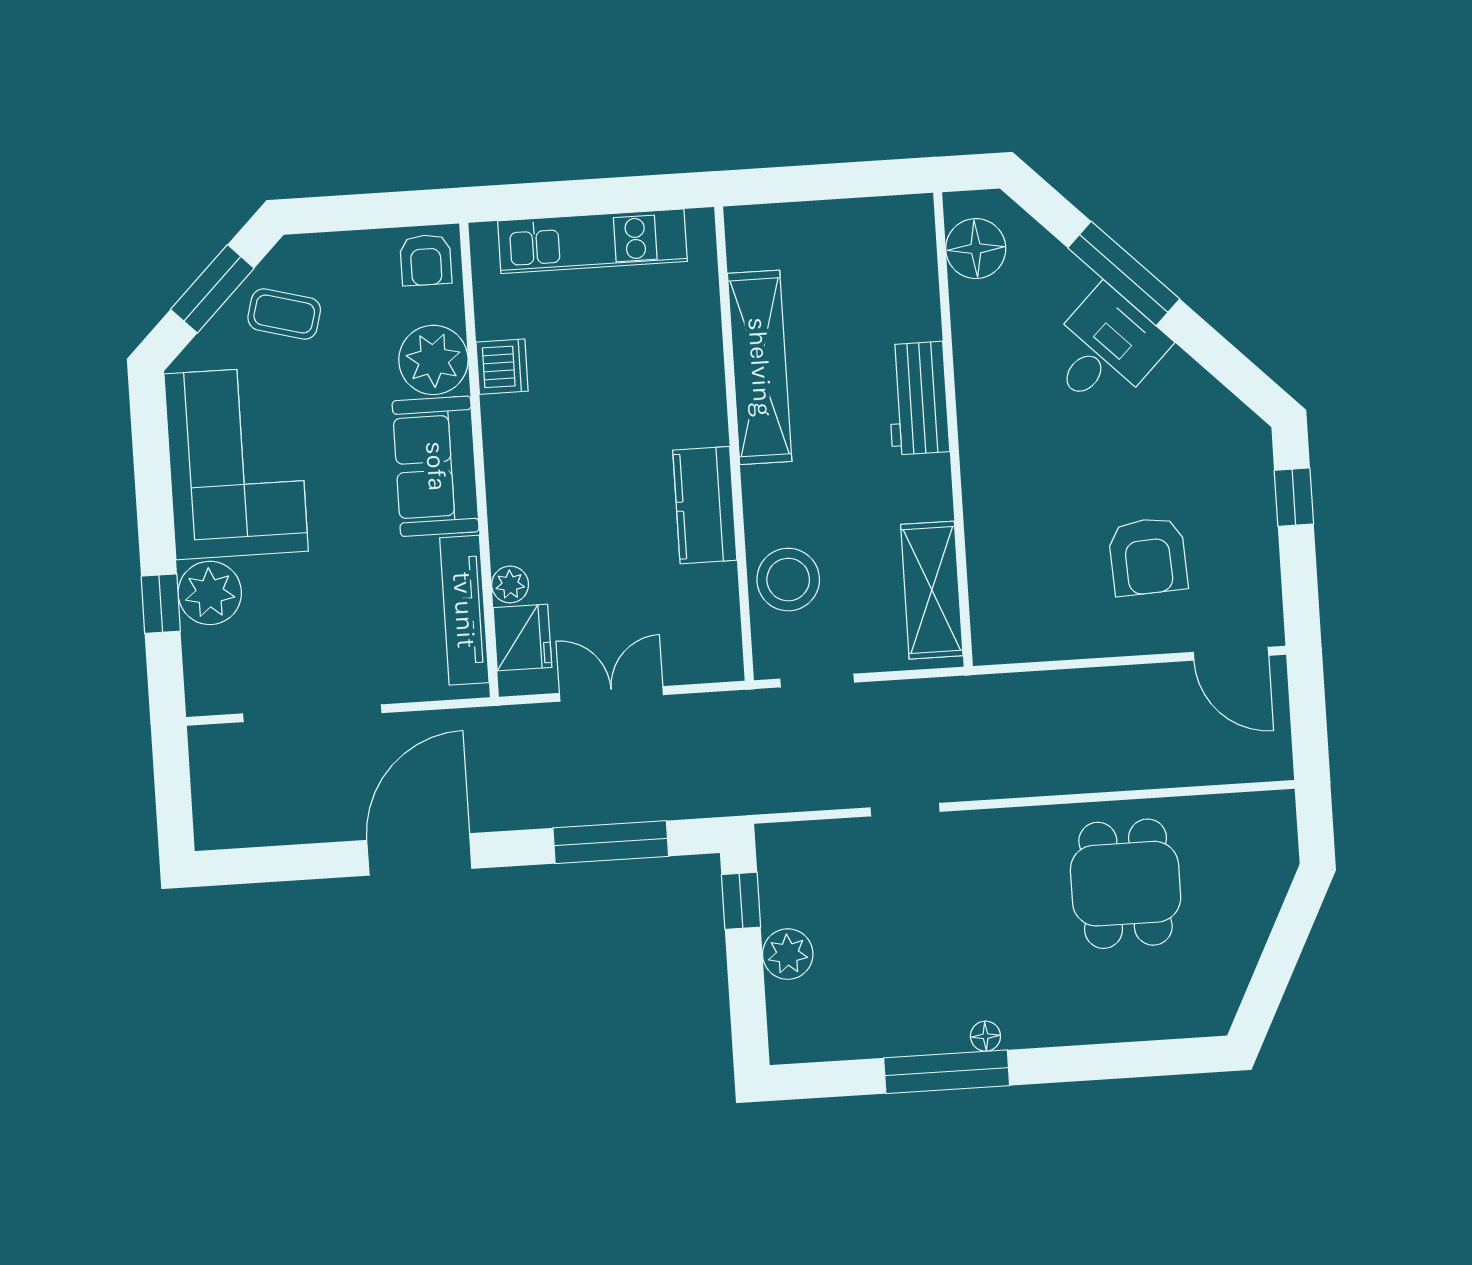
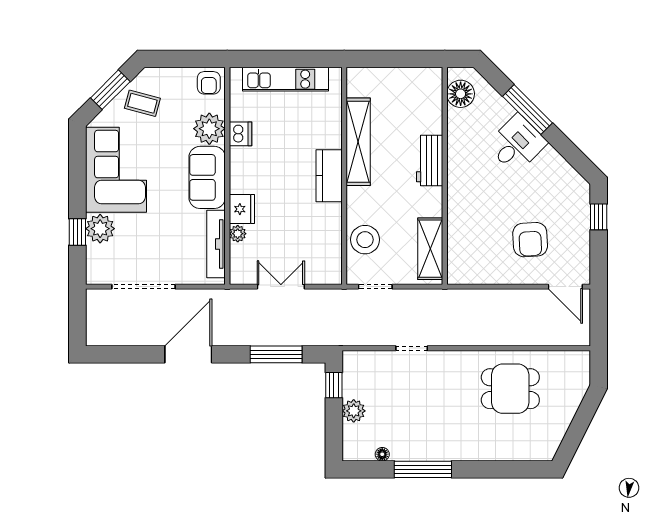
kitchen counter: (705, 505) -> (329, 176), moved
fridge: (522, 638) -> (242, 209), moved
dining table: (1126, 884) -> (510, 389), turned 90
floor lamp: (985, 1036) -> (382, 454), moved

